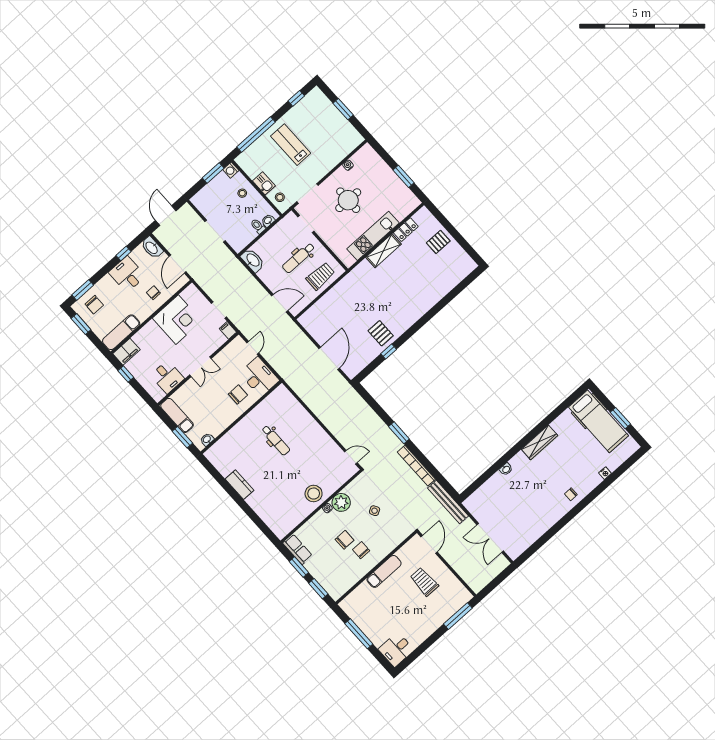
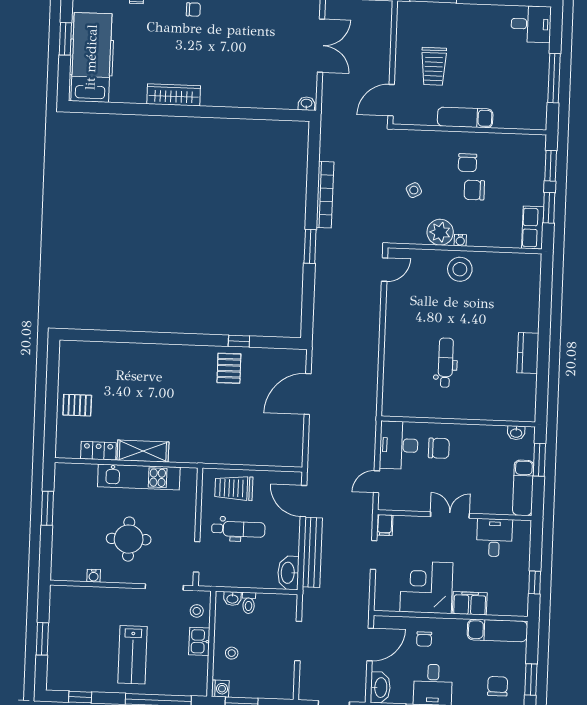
filing cabinet: (126, 352) -> (470, 603), moved
chair: (238, 395) -> (439, 448), turned 180
door: (351, 457) -> (385, 270), swing flipped
washbasin: (506, 469) -> (306, 104), moved
bench: (448, 502) -> (312, 552), moved

